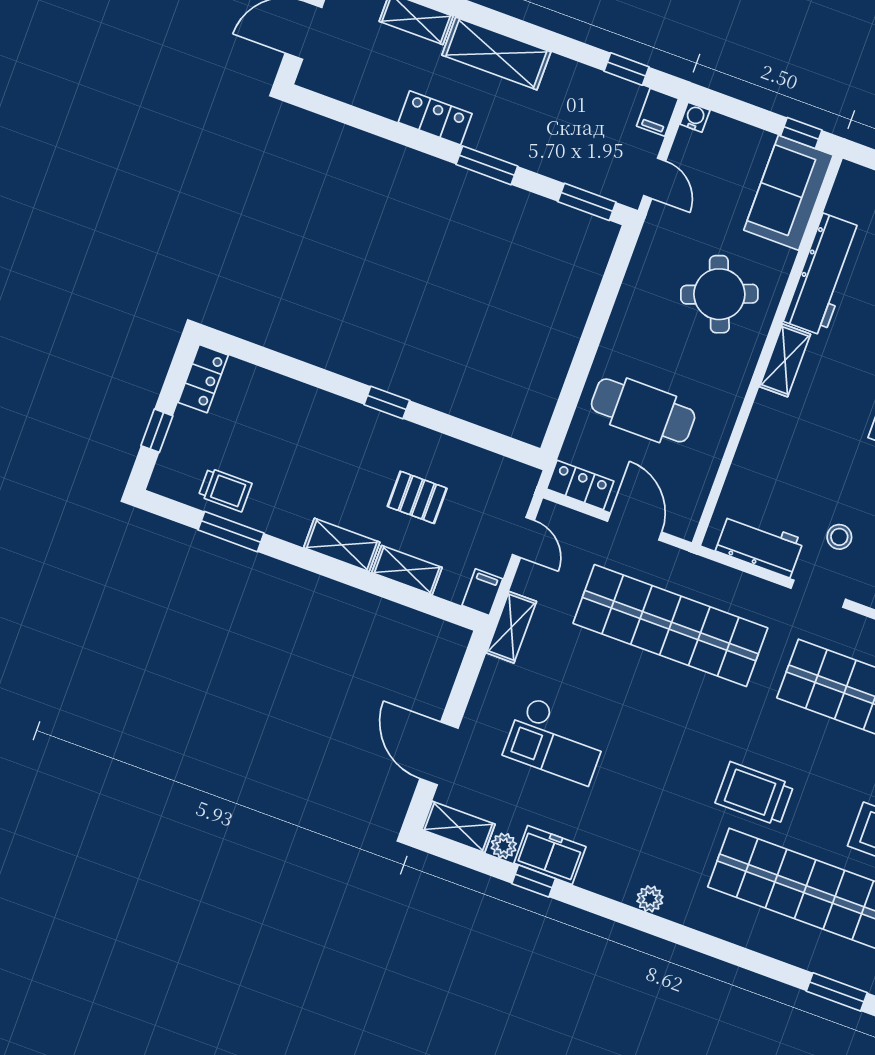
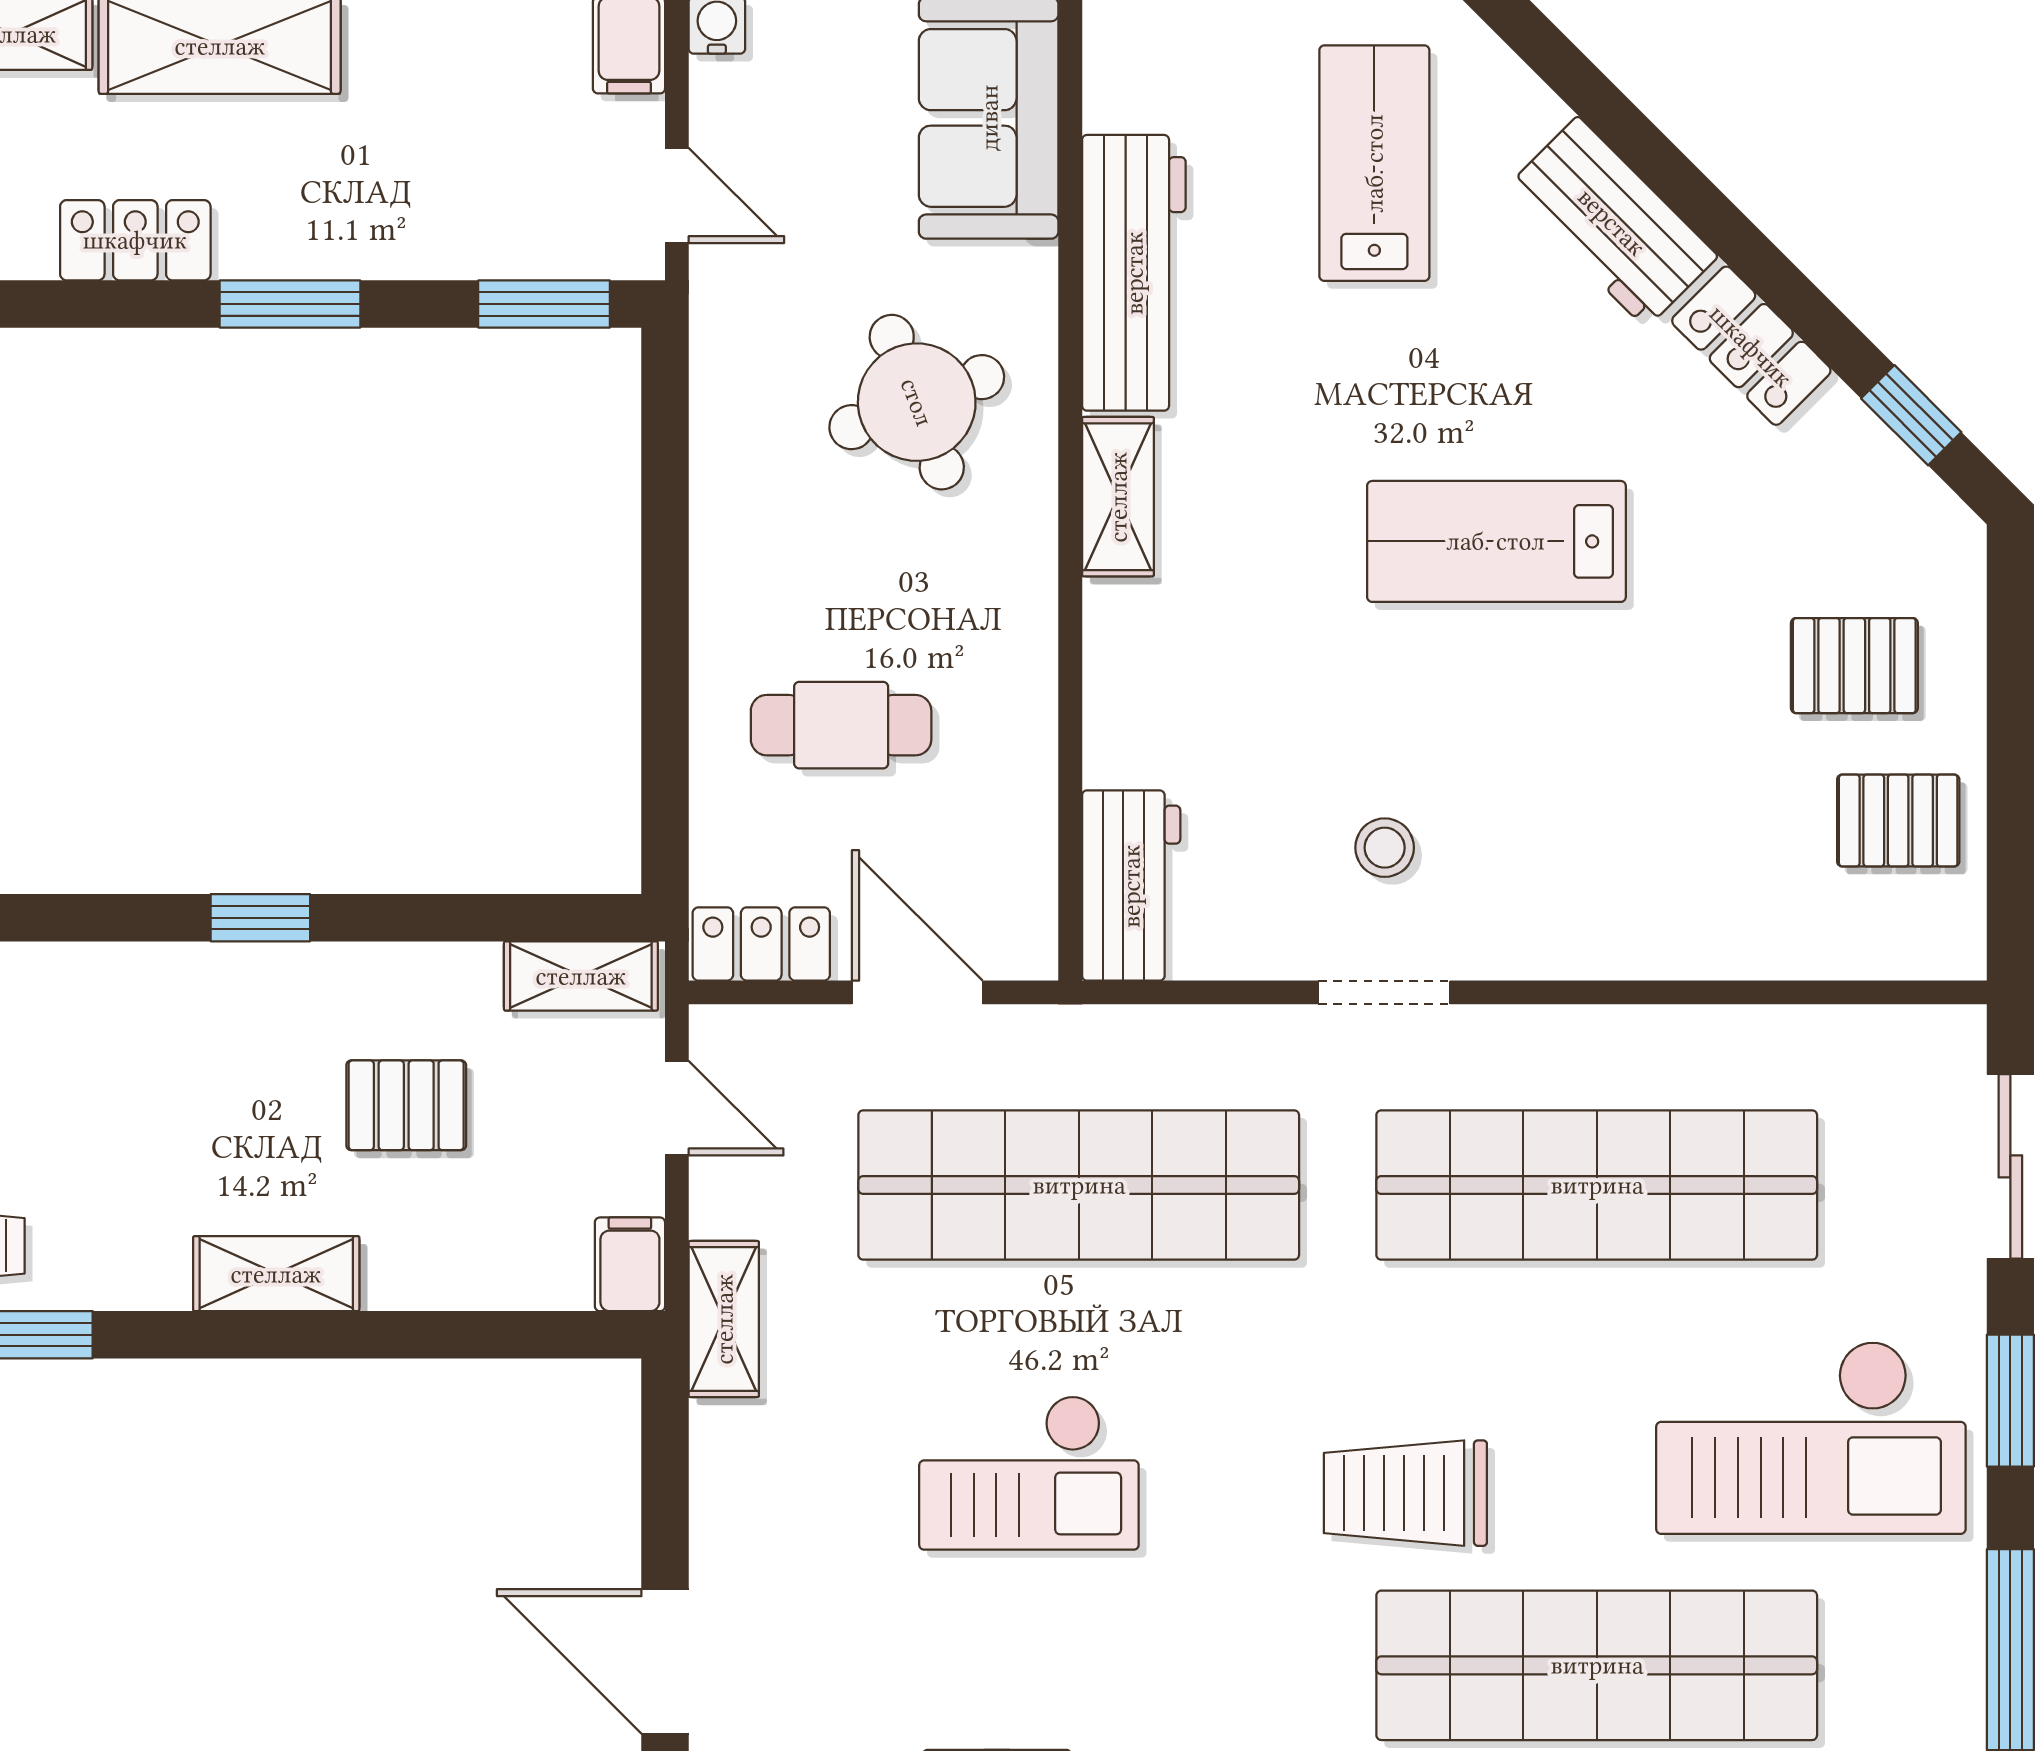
cafe table: (643, 410) -> (841, 725), width x0.73, depth x0.74
workbench: (760, 545) -> (1131, 886), moved, turned 90
shelving: (407, 570) -> (581, 976), moved
checkout: (556, 741) -> (1029, 1473), moved

